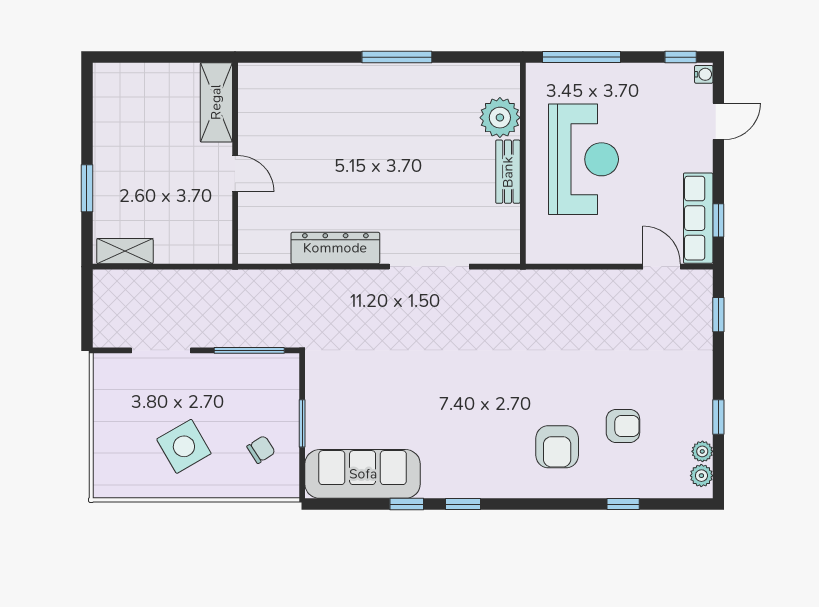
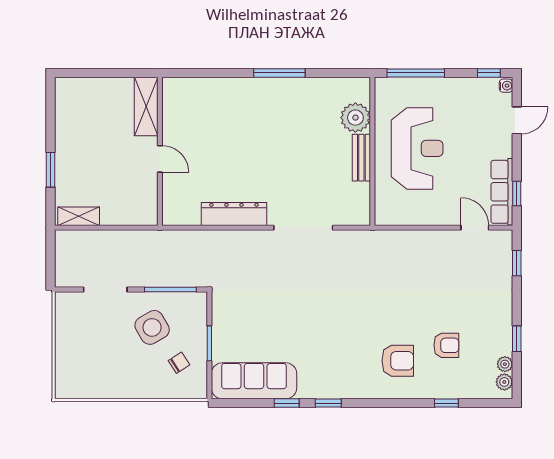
side table: (184, 446) -> (152, 327), moved
armchair: (557, 447) -> (398, 361), turned -90

